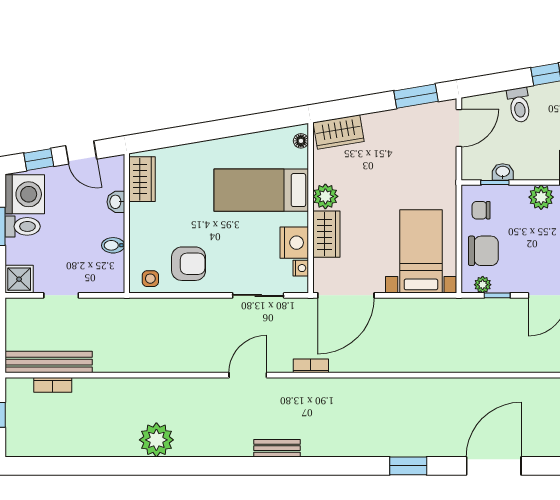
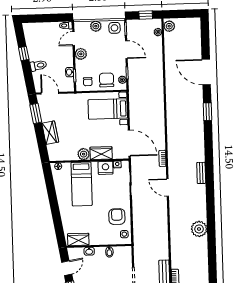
wardrobe: (339, 132) -> (50, 133), moved

